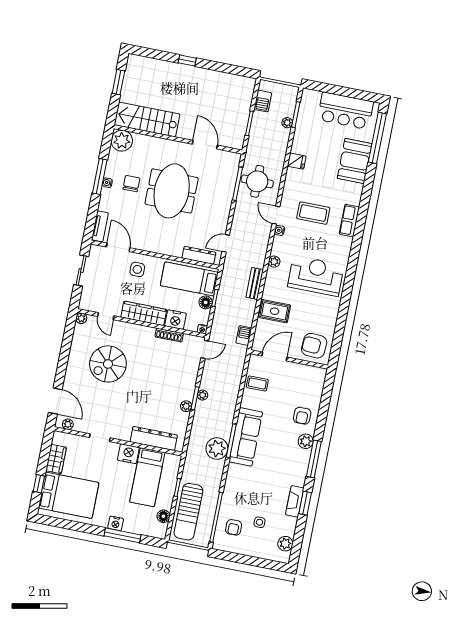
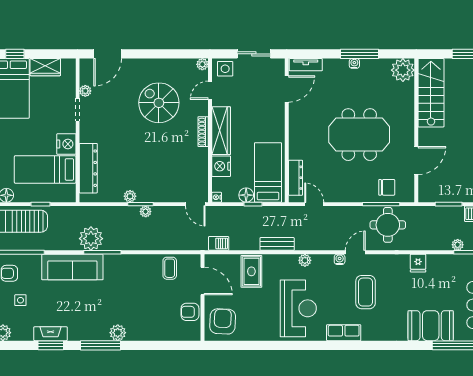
chair: (131, 184) -> (387, 187), moved
row of seats: (349, 221) -> (344, 333), moved
side table: (137, 269) -> (225, 69), moved
shoe rack: (169, 335) -> (203, 132), moved
armchair: (302, 416) -> (190, 312), moved
plant: (68, 424) -> (85, 91), moved
sofa: (246, 437) -> (72, 267), moved

